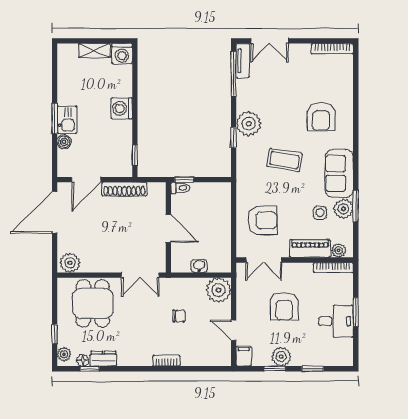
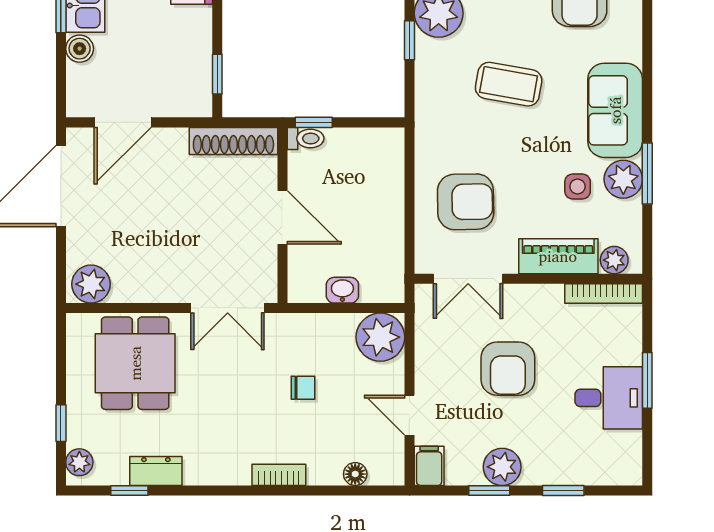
shoe rack: (124, 189) -> (233, 141), moved
floor lamp: (83, 360) -> (355, 474), moved

